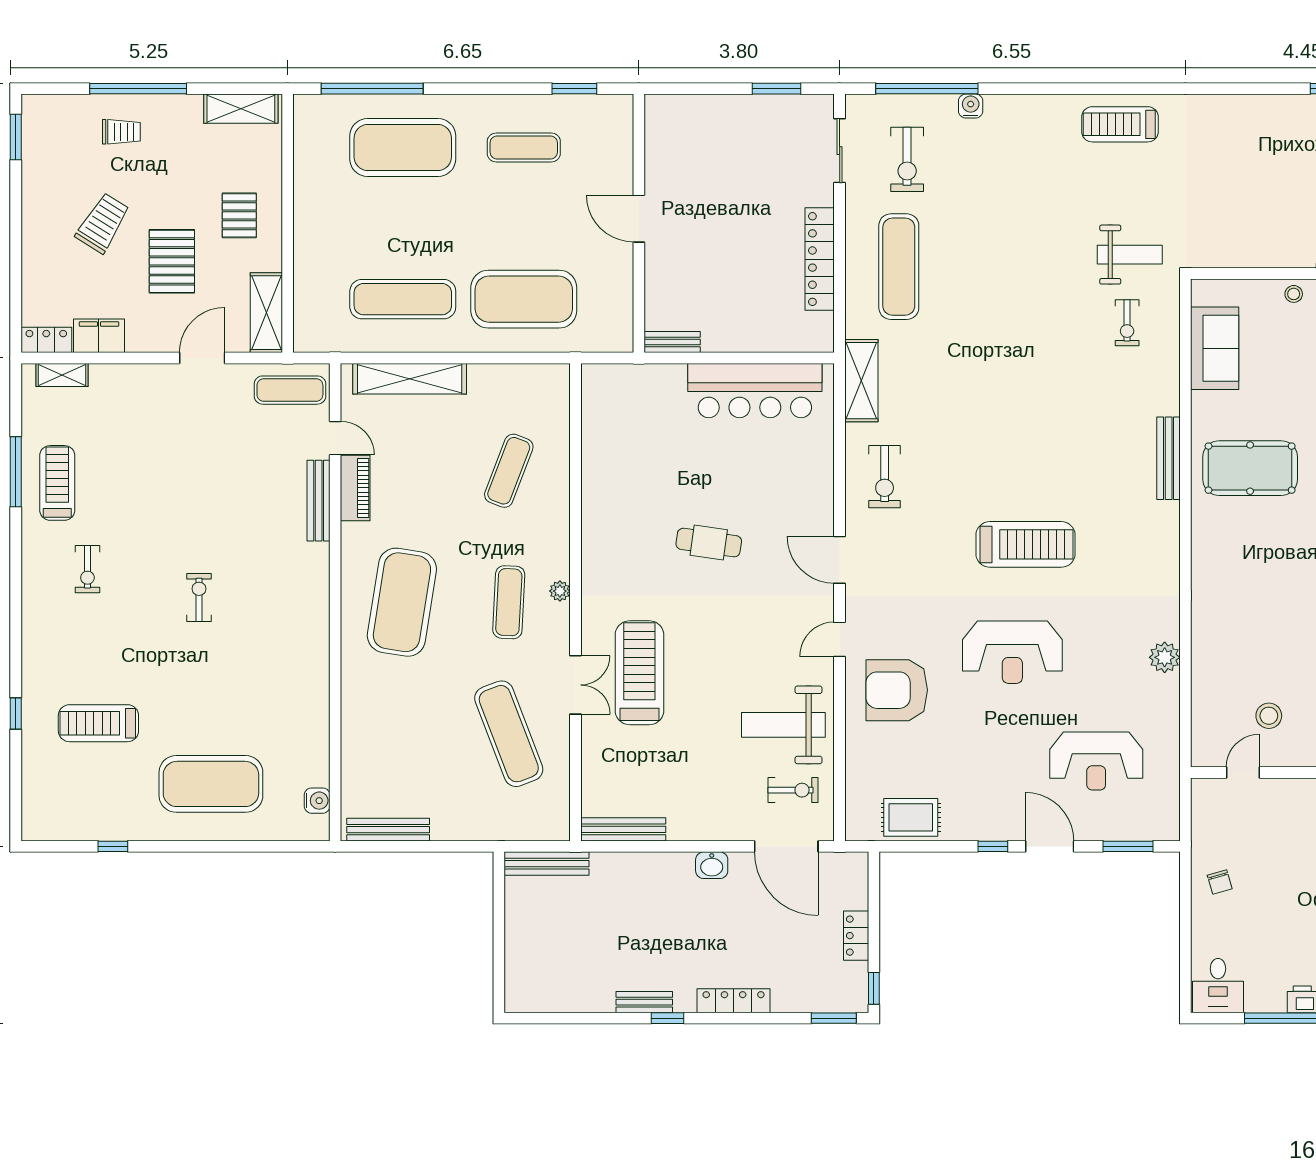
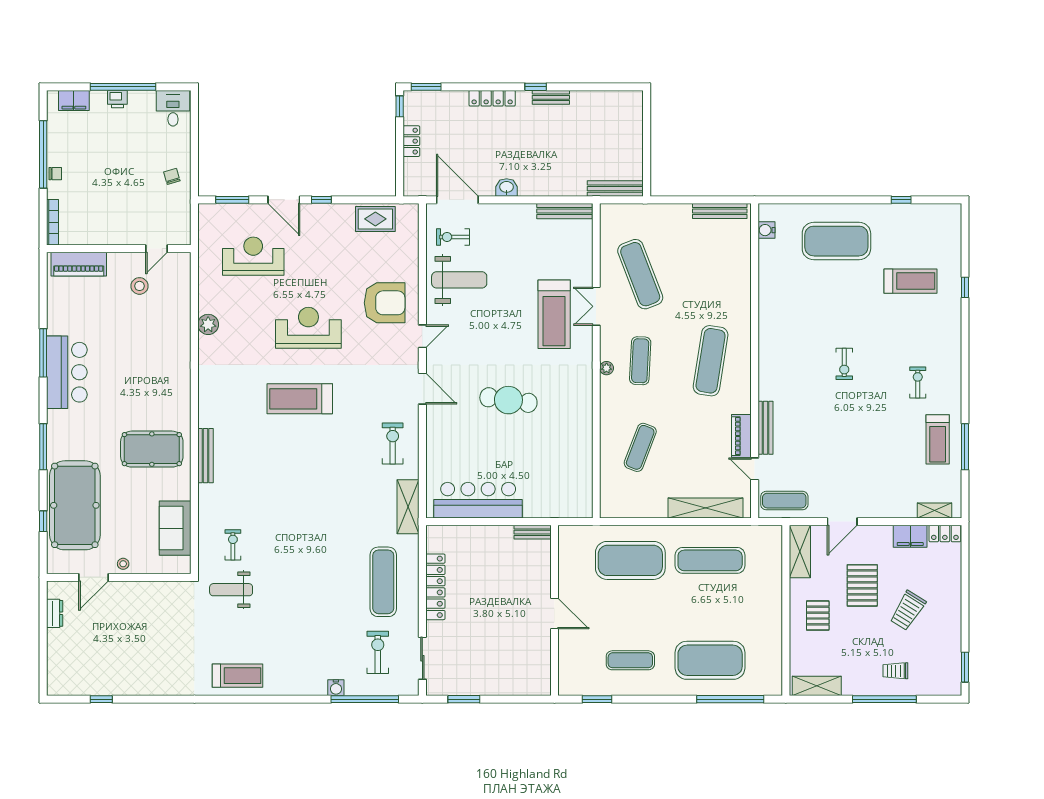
cafe table: (709, 543) -> (508, 400), width x1.37, depth x1.35
exercise mat: (402, 602) -> (711, 361), width x0.68

